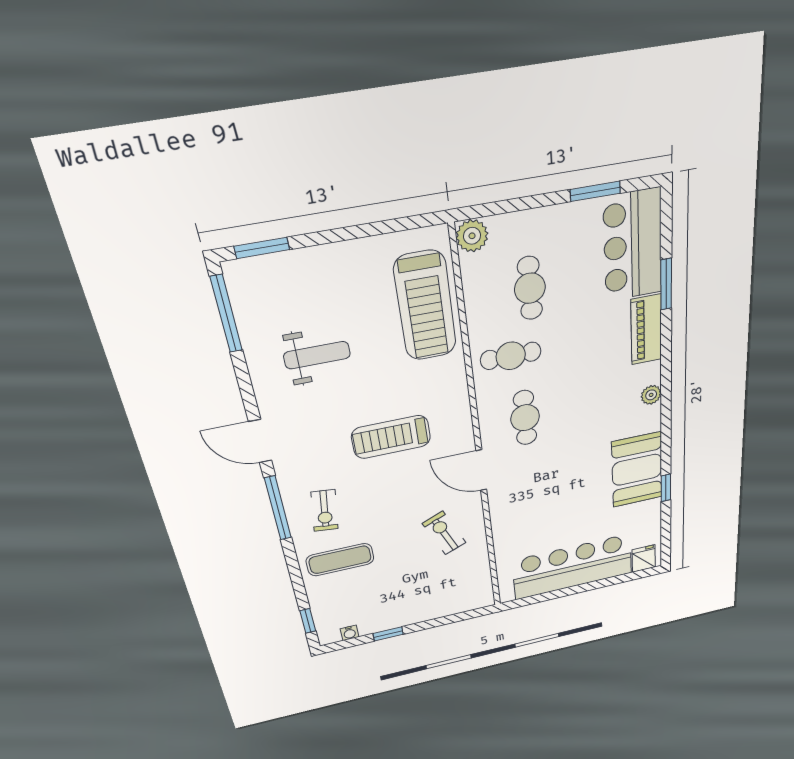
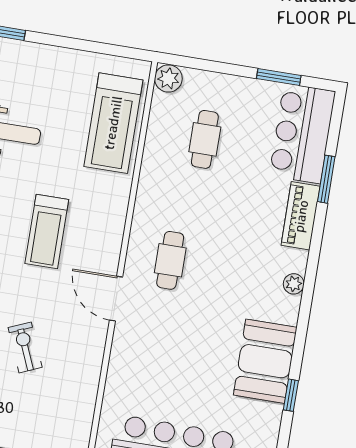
cafe table: (511, 356) -> (173, 195), removed
treadmill: (391, 437) -> (47, 232), turned -90
exercise bike: (444, 533) -> (25, 347), moved

